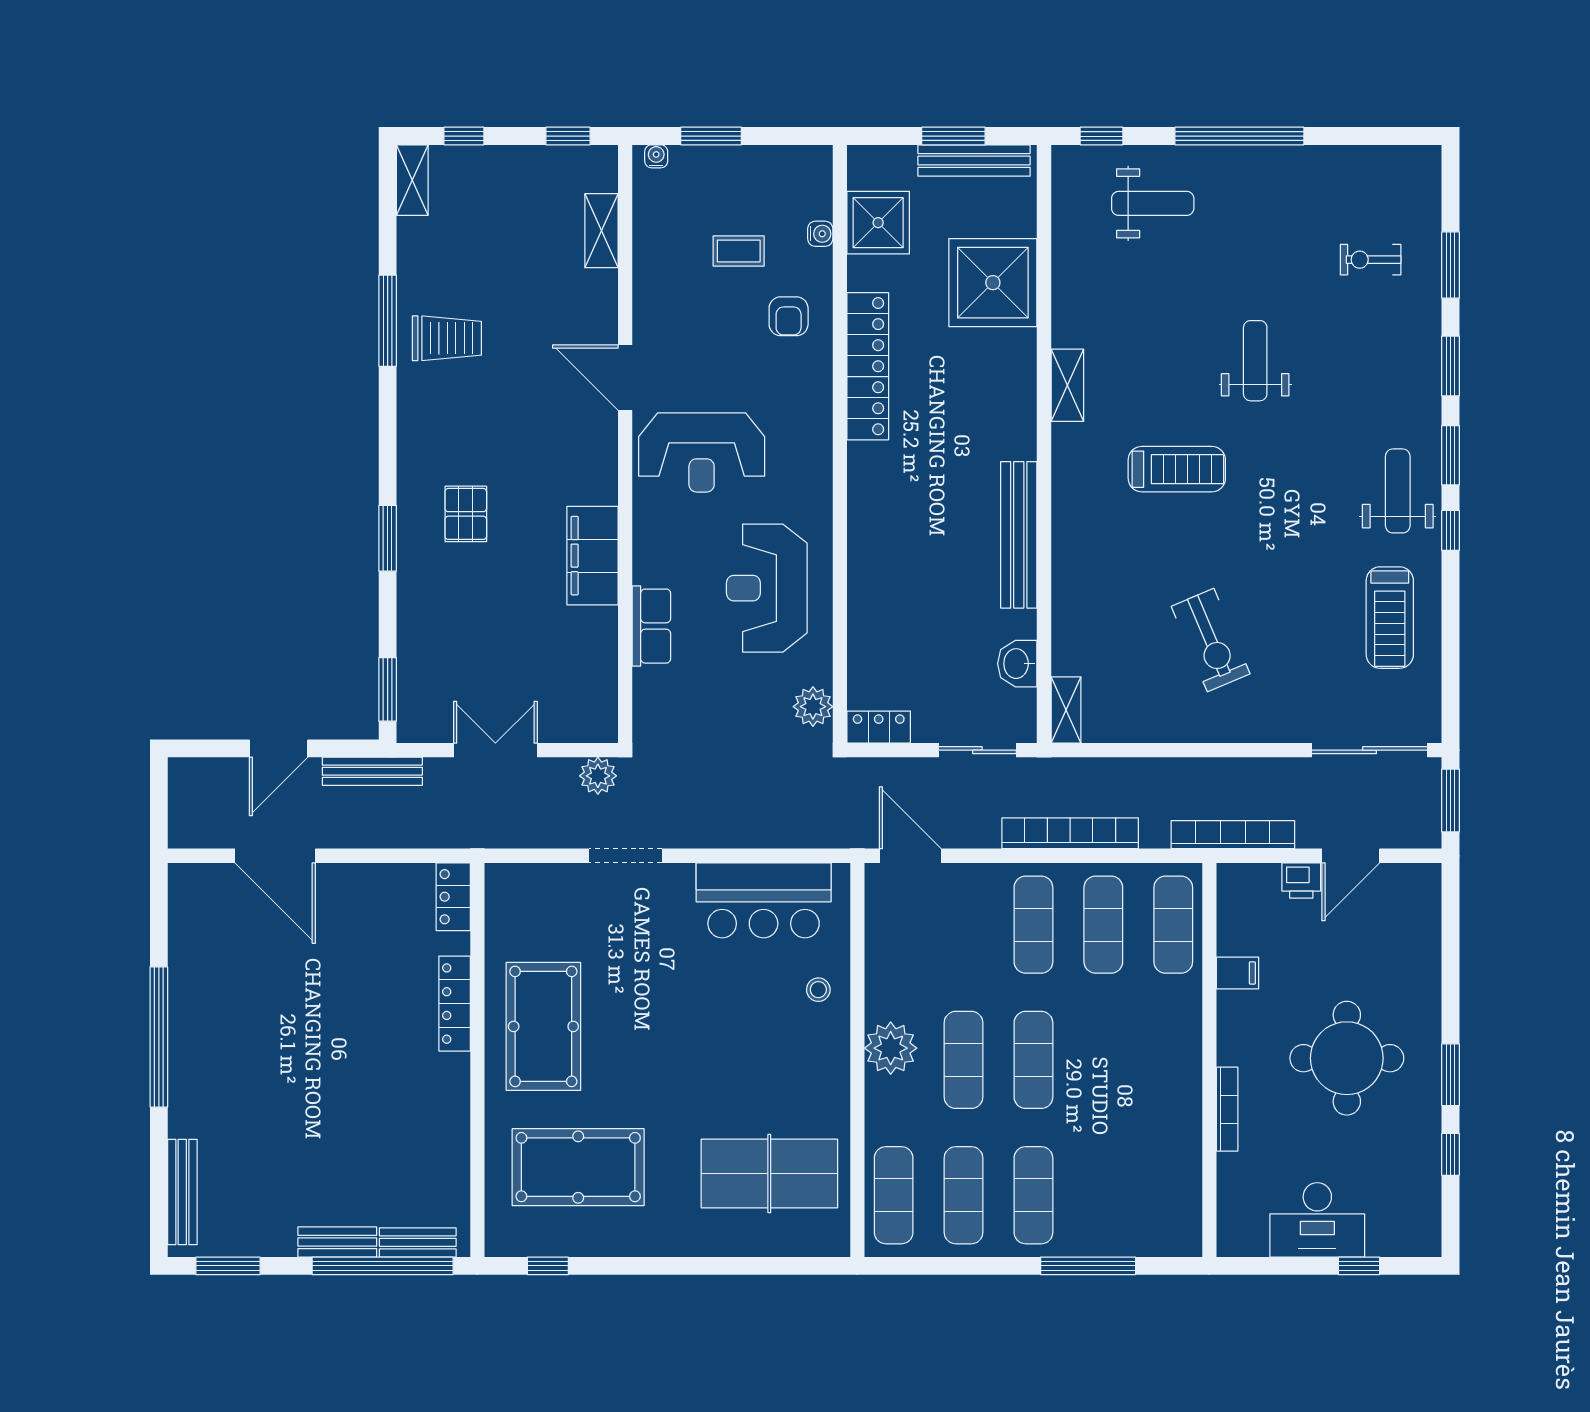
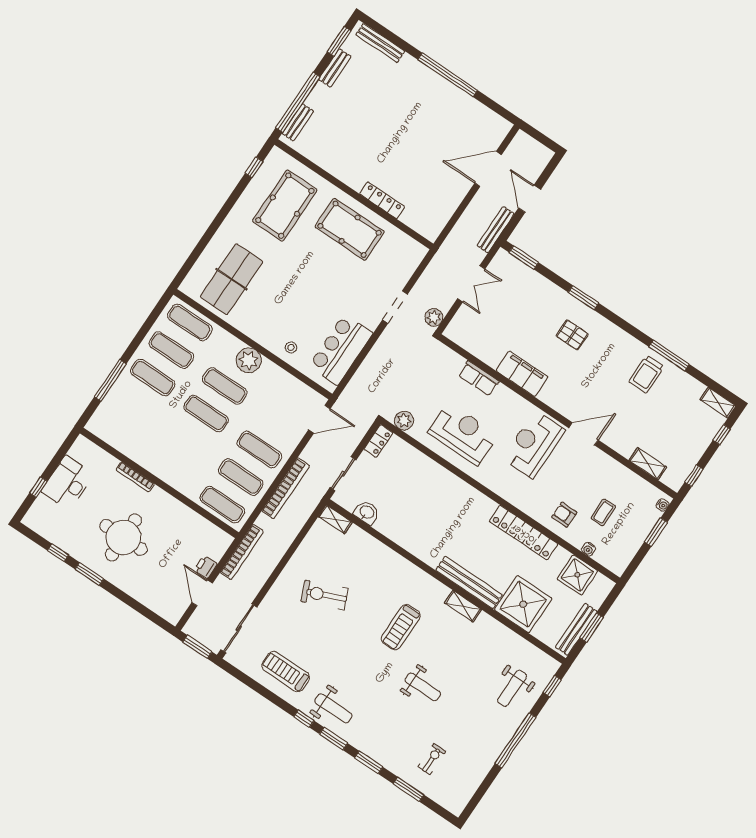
bench: (1019, 535) -> (469, 582), moved
locker: (453, 897) -> (425, 228), removed
filing cabinet: (1238, 973) -> (186, 517), removed
bench: (337, 1242) -> (335, 68), moved

